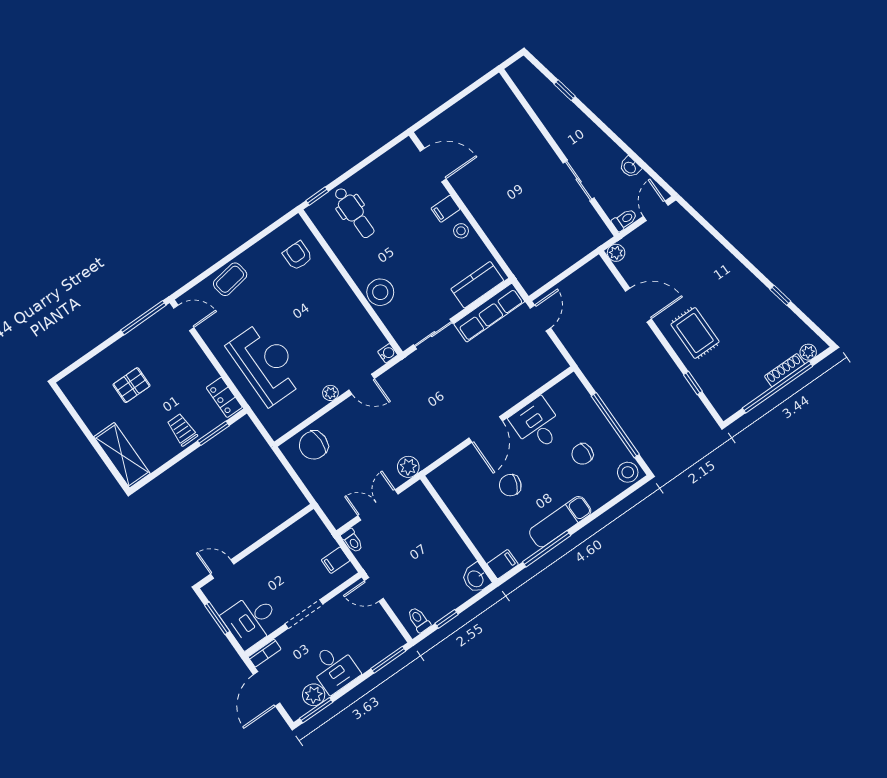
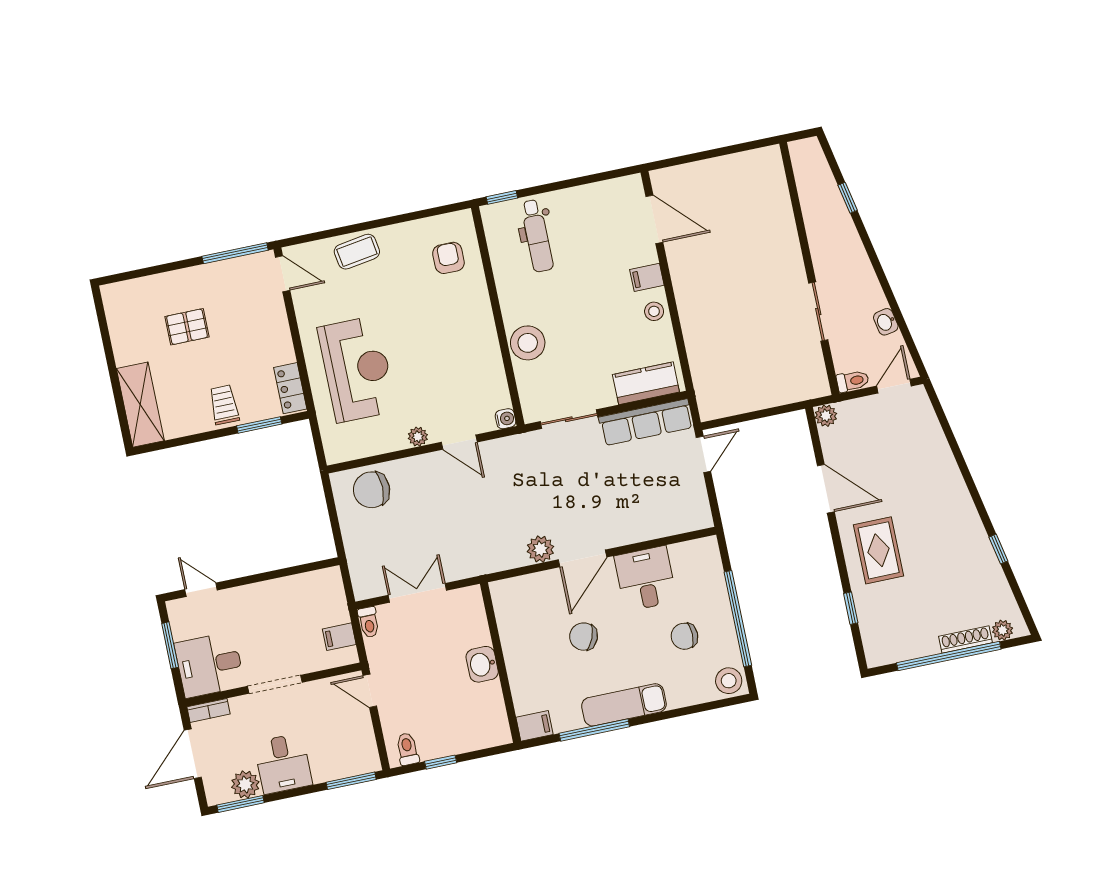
plant: (408, 467) -> (540, 549), moved
washbasin: (476, 578) -> (482, 664), moved

